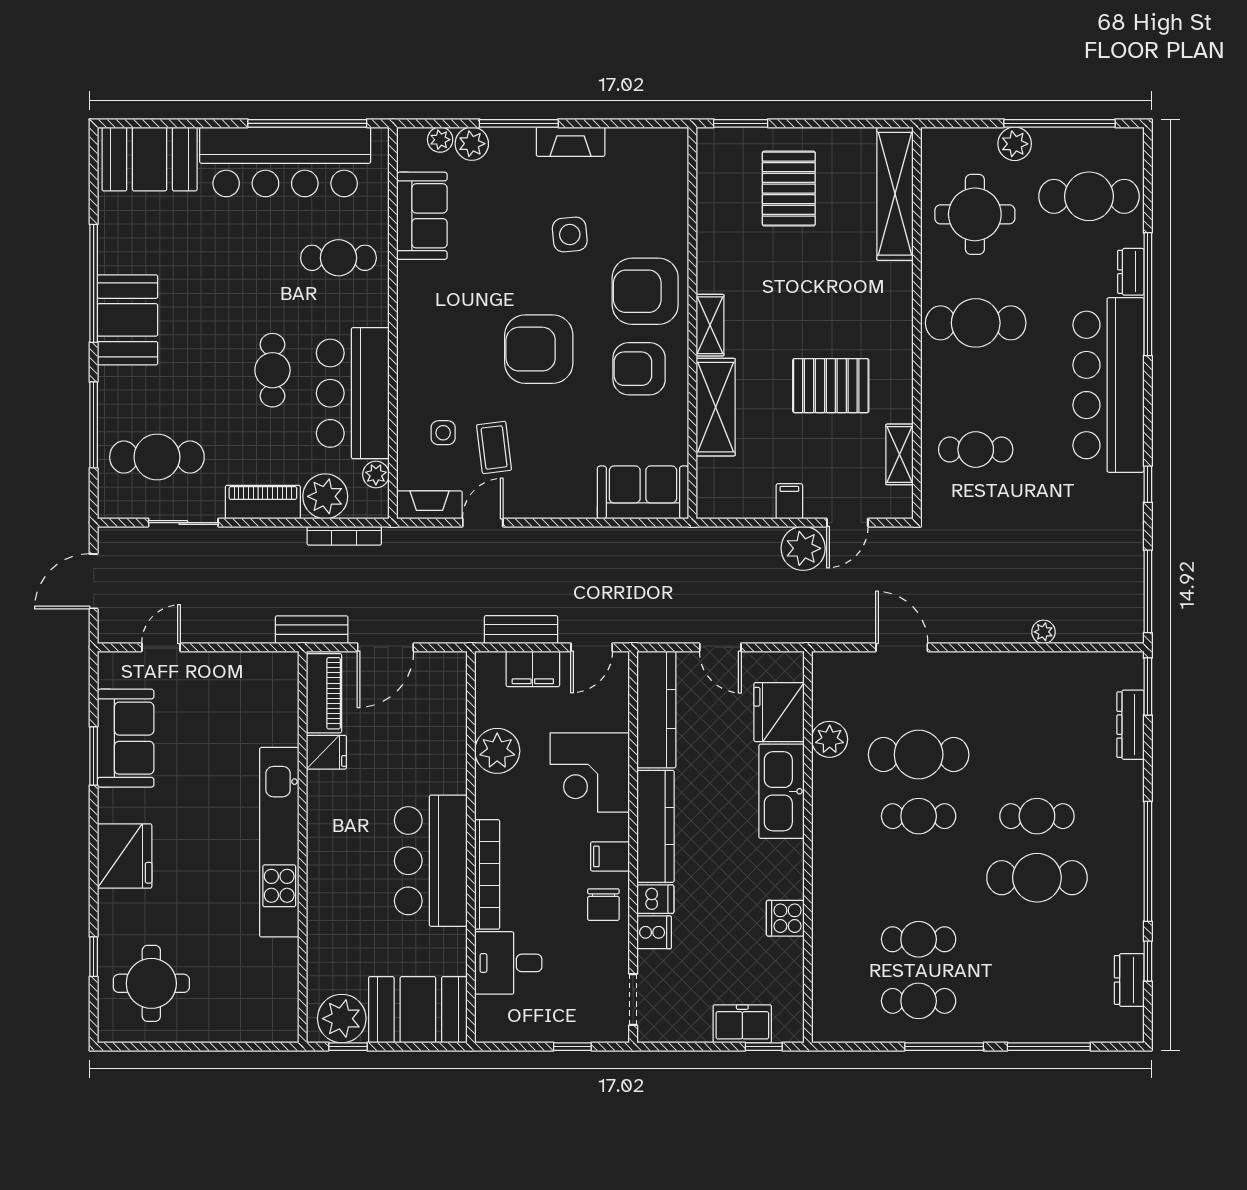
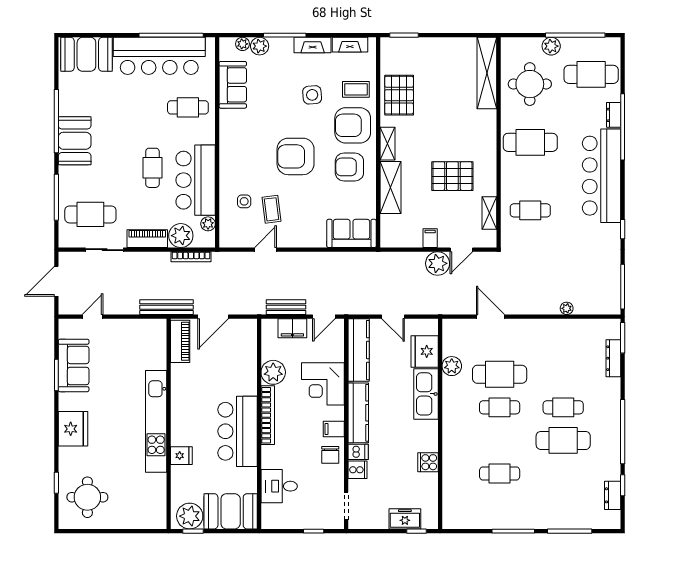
pallet: (789, 189) -> (399, 95), moved
coffee table: (651, 224) -> (356, 89), added
fireplace: (429, 505) -> (350, 45), moved, turned 180
bench: (312, 630) -> (166, 307), width x1.36
fridge: (326, 752) -> (181, 456), moved
bookcase: (487, 874) -> (268, 415), moved
cafe table: (919, 1001) -> (500, 507), removed

